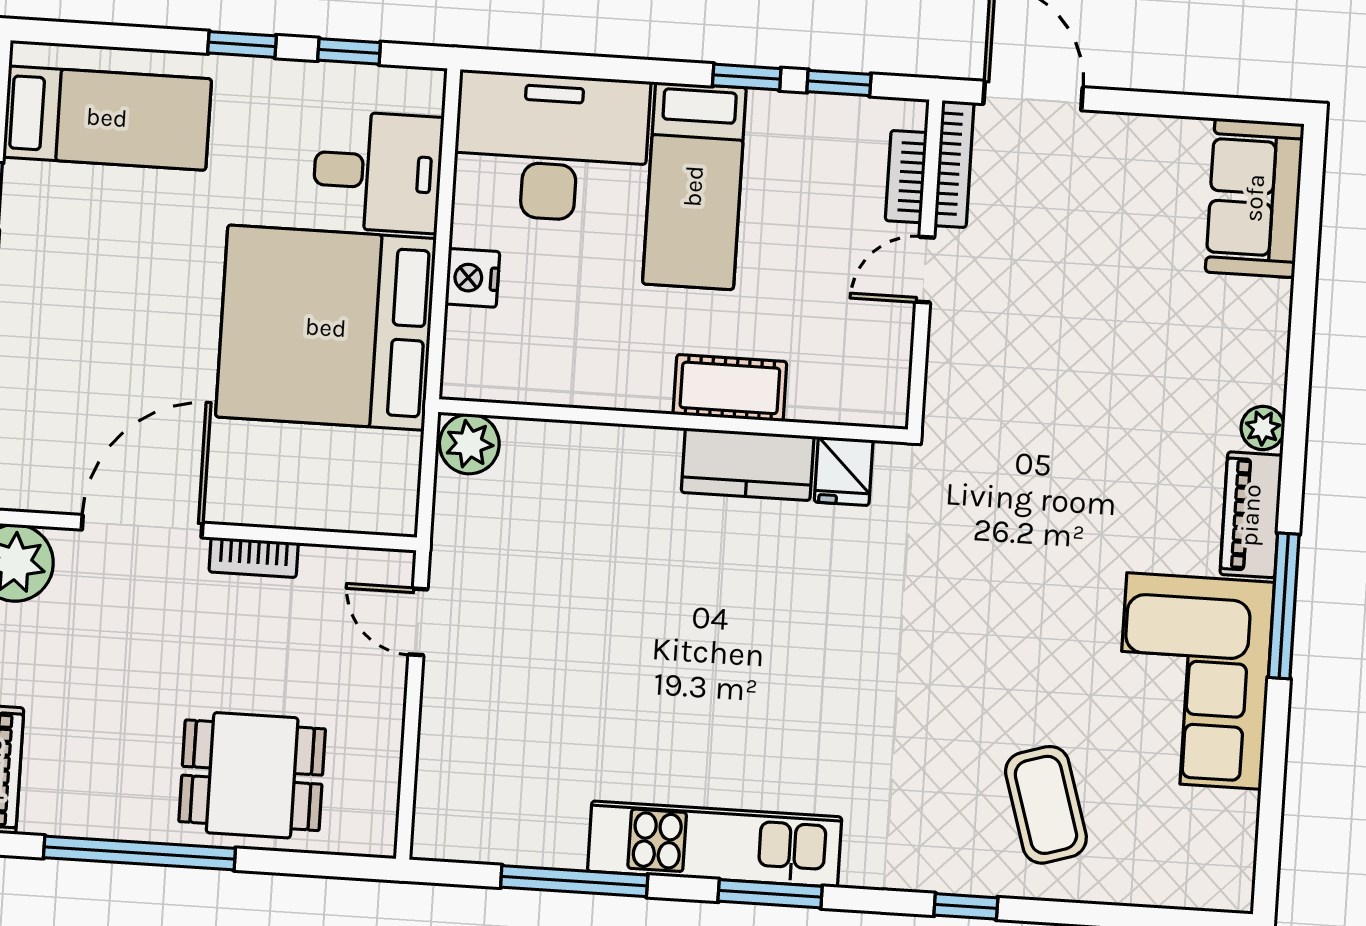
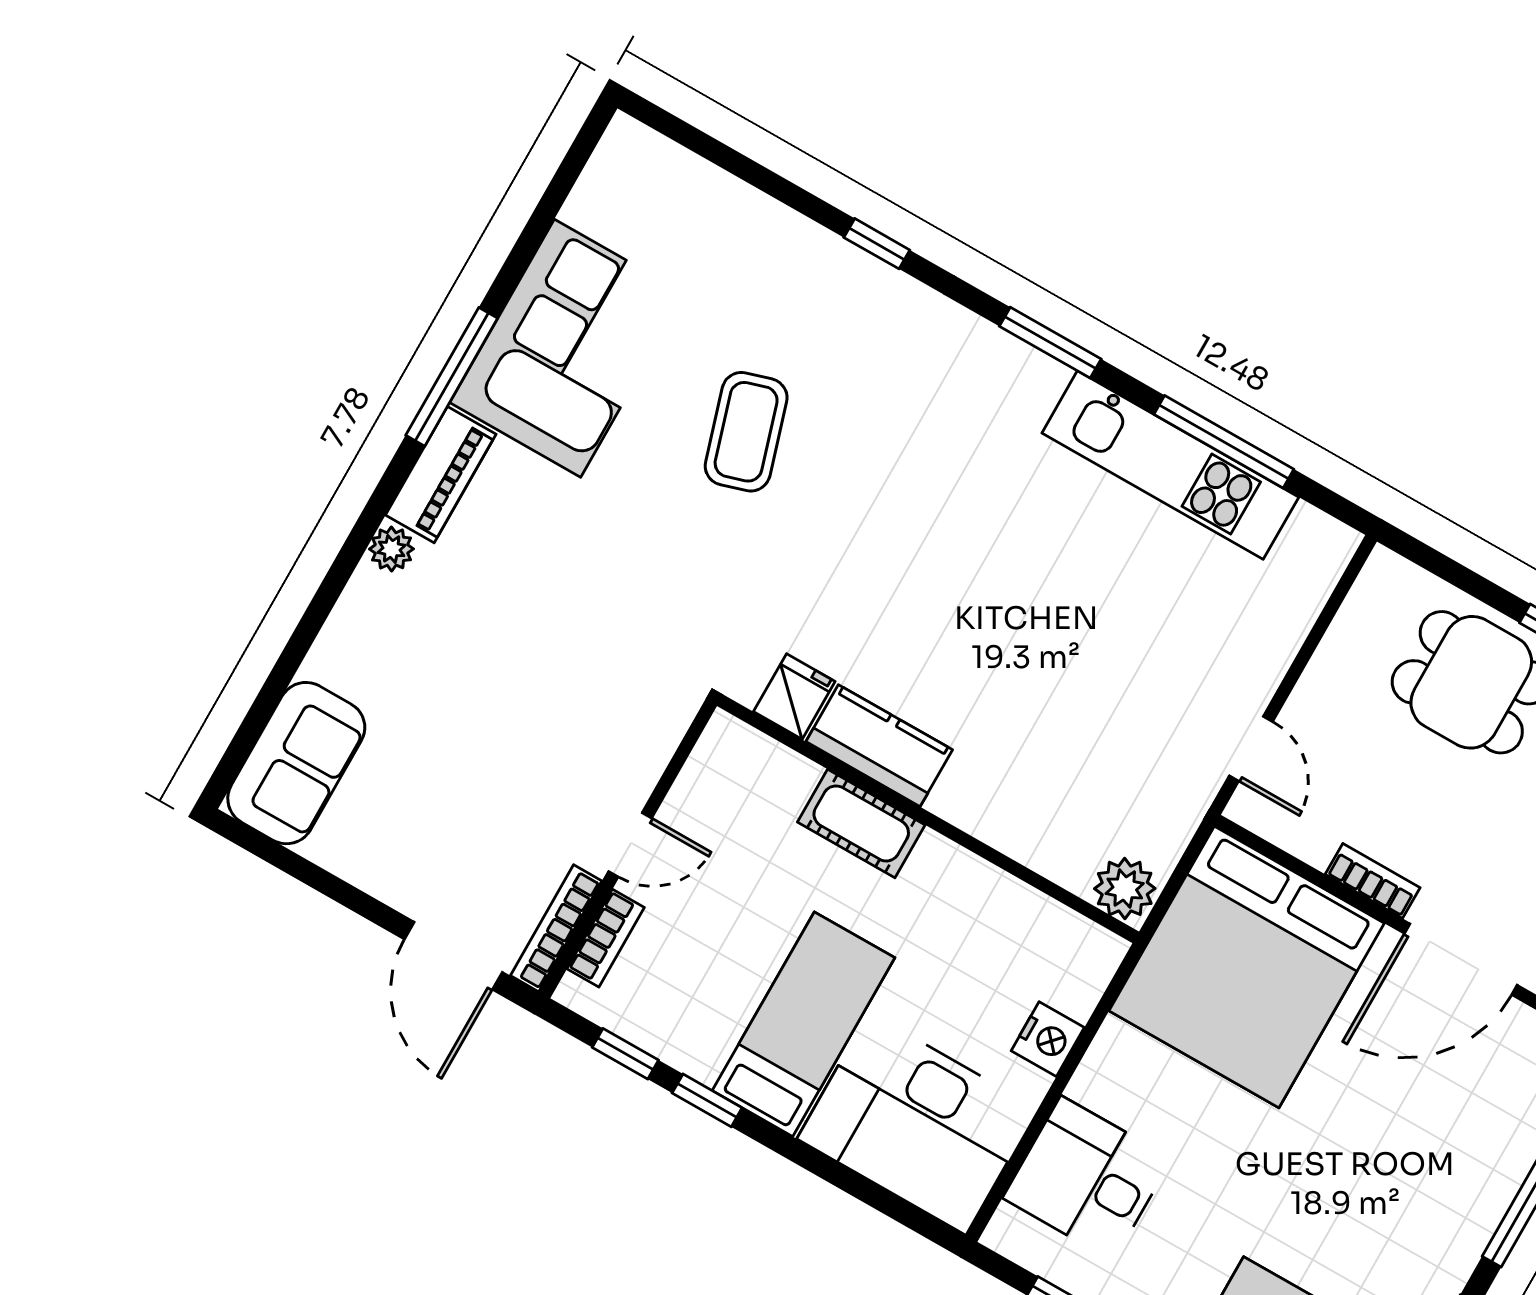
bed: (326, 328) -> (1247, 967), moved, turned 90
coffee table: (1046, 805) -> (746, 432), moved
kitchen unit: (715, 844) -> (1170, 465), moved

